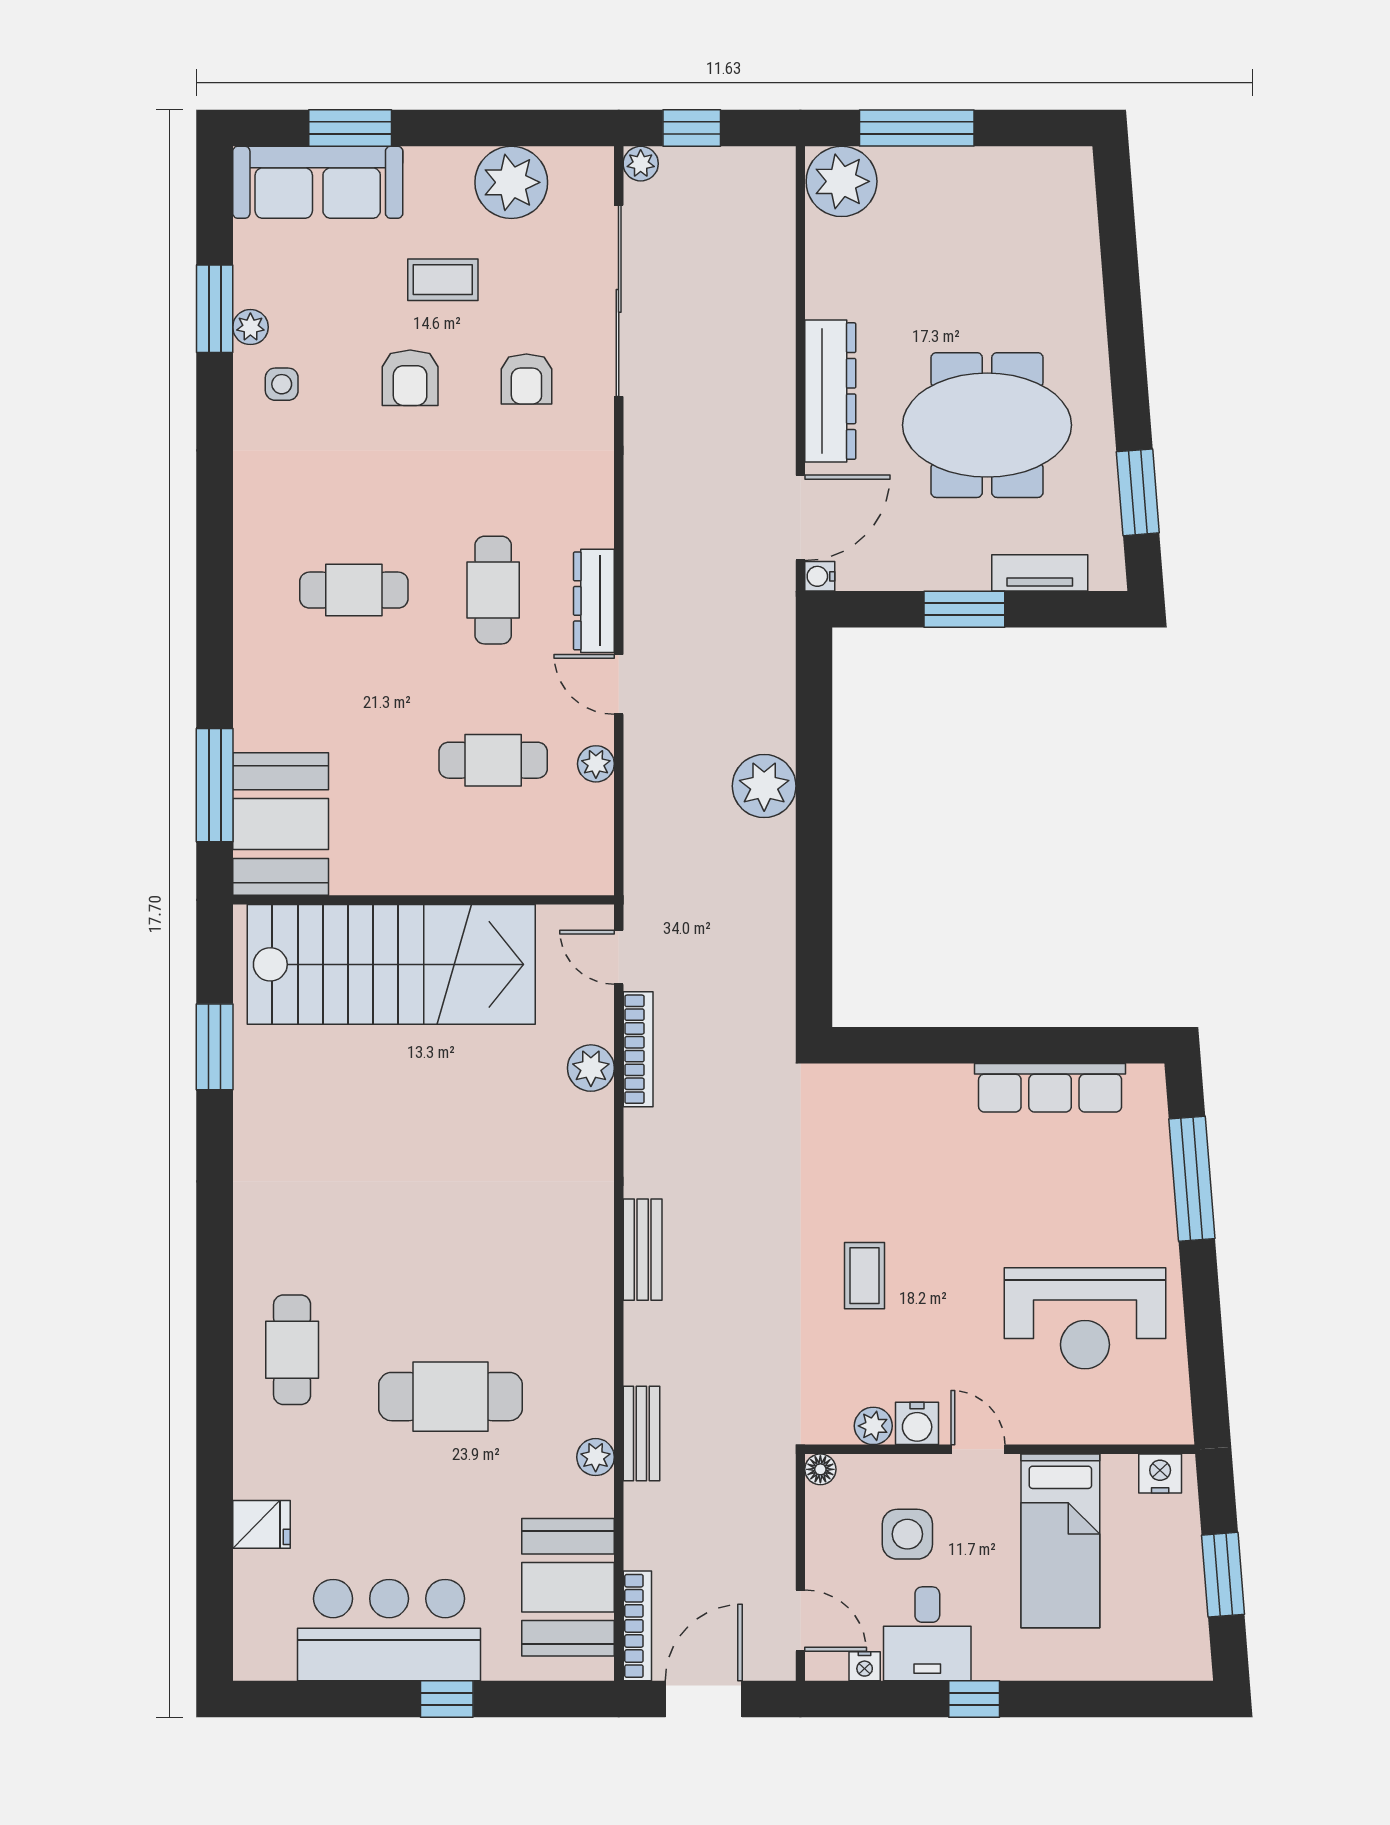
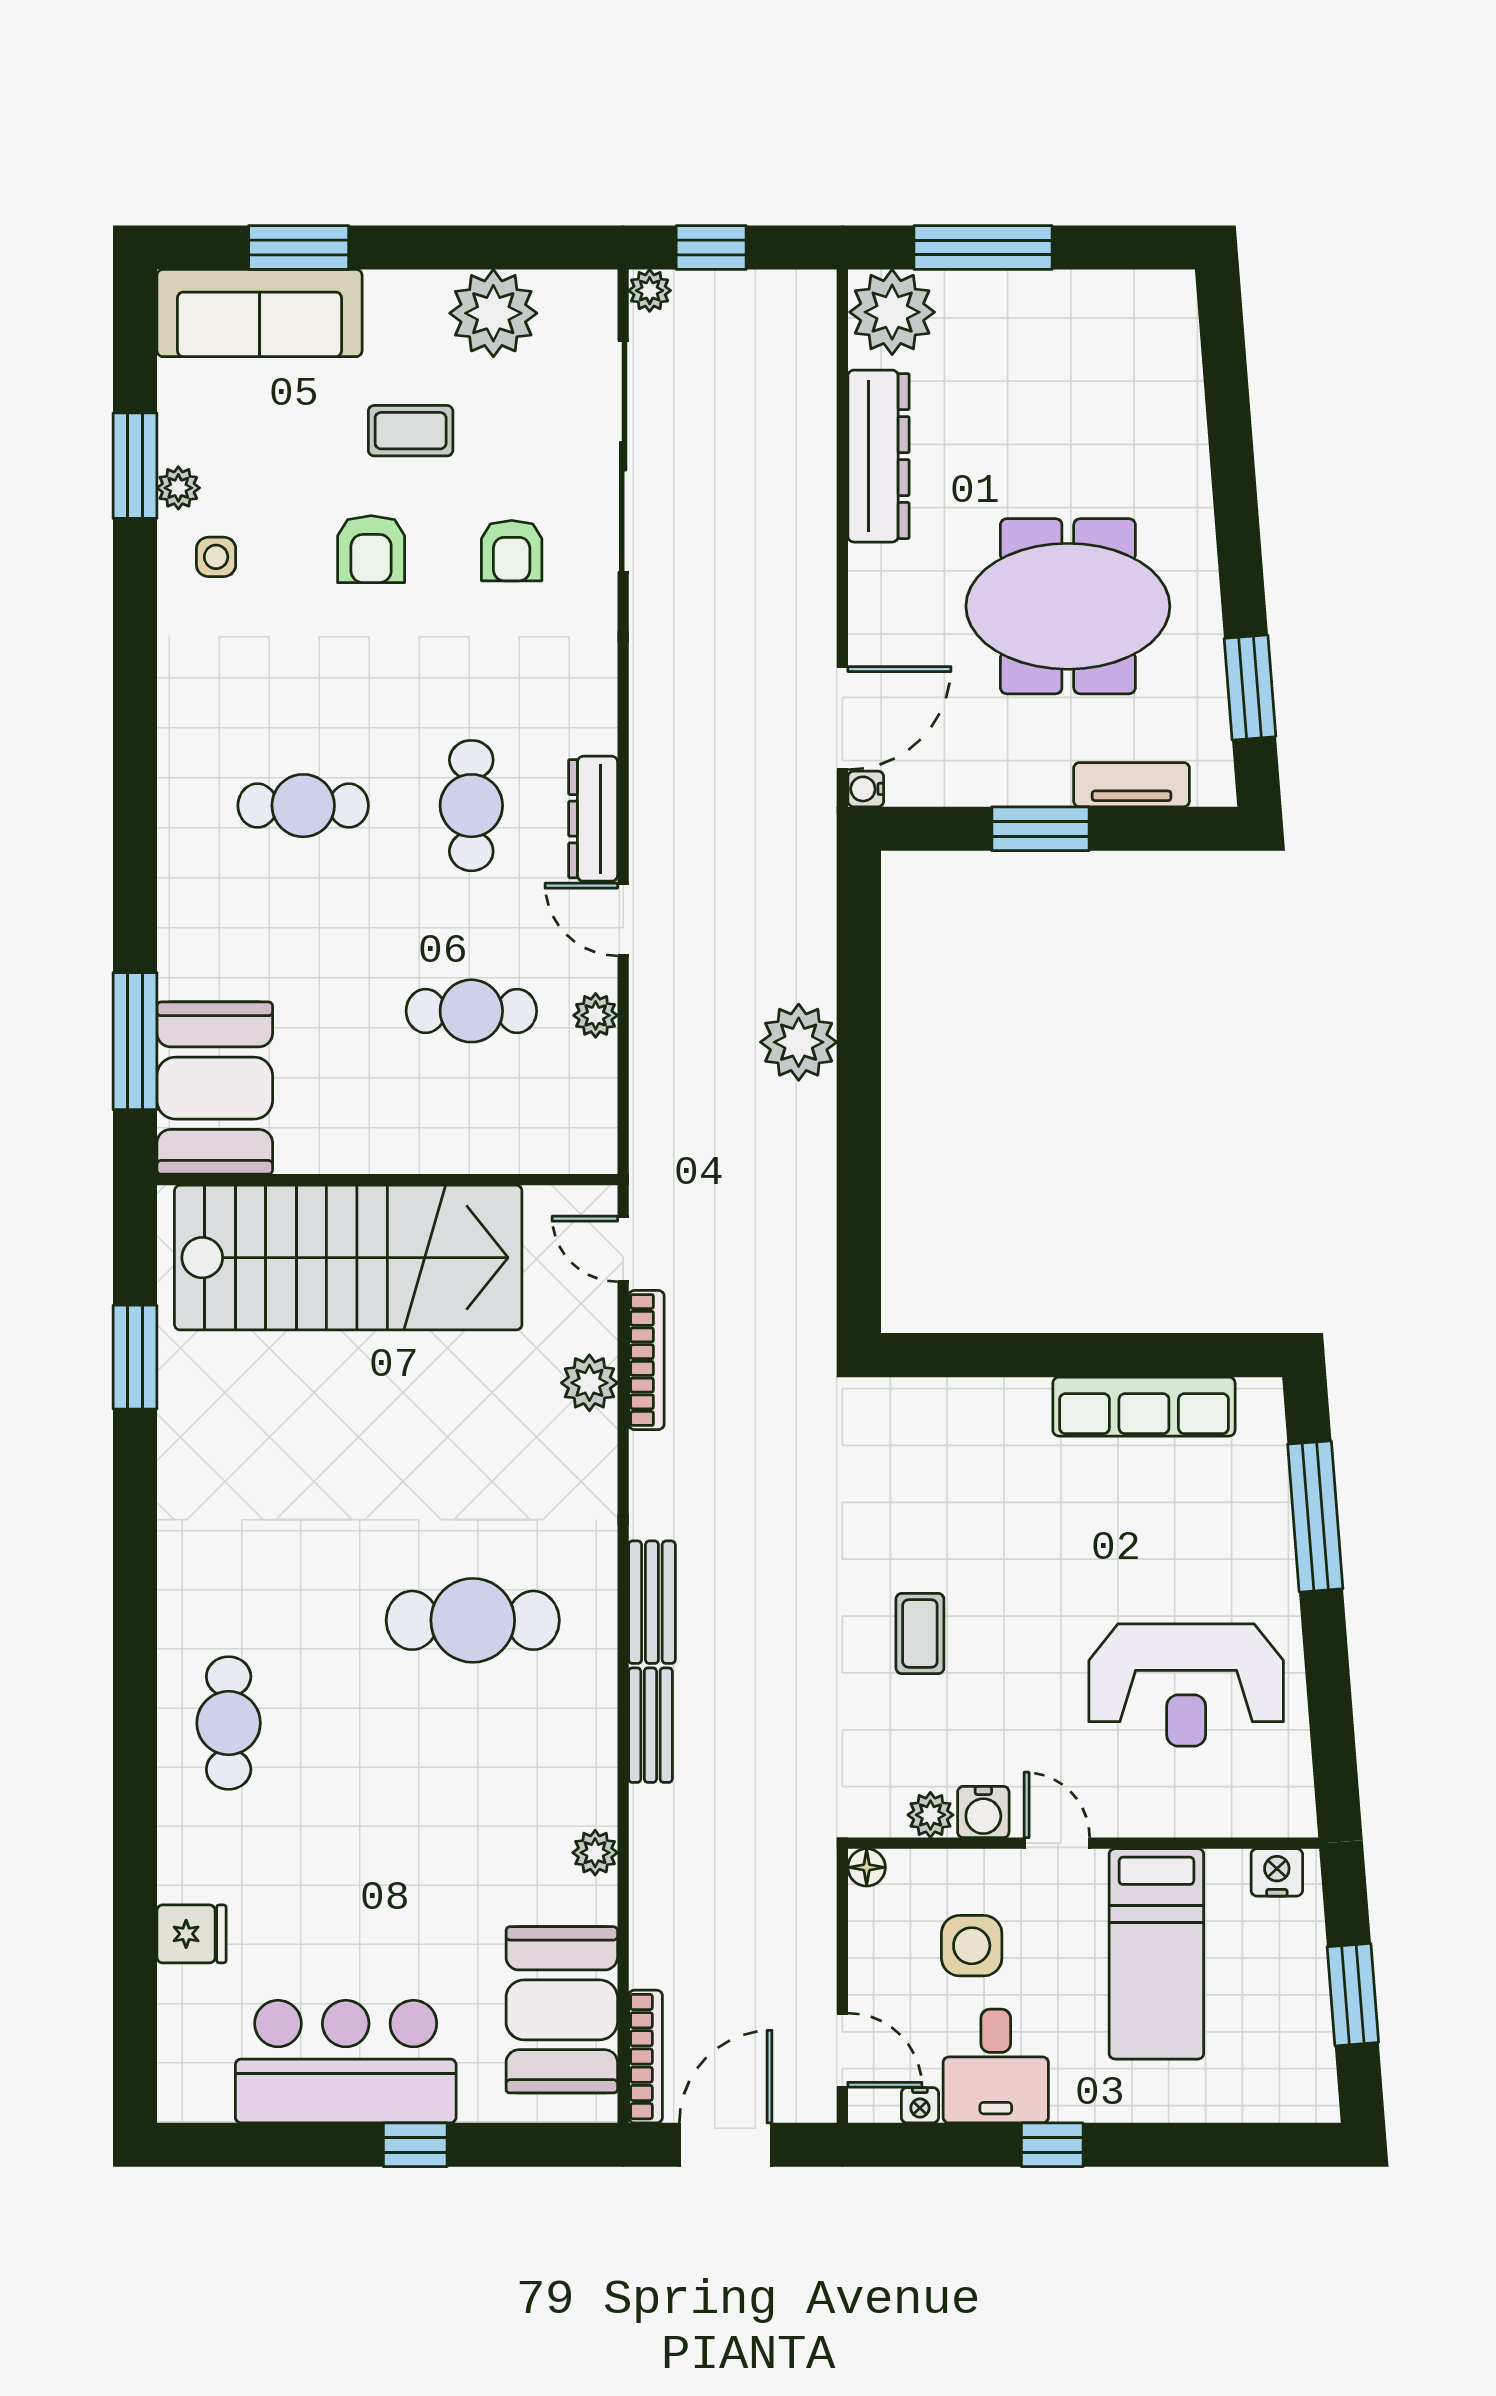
dresser: (830, 391) -> (879, 456), moved
cafe table: (450, 1397) -> (473, 1620), moved
bench: (641, 1433) -> (650, 1725), moved

